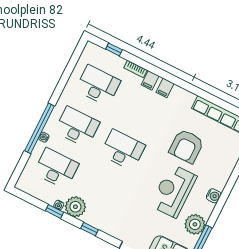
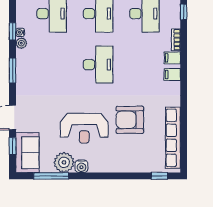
reception desk: (173, 191) -> (84, 128), turned 180
water cooler: (214, 196) -> (81, 166), moved
plant: (75, 207) -> (21, 43), width x0.53, depth x0.53
window: (89, 229) -> (13, 70), width x1.50

